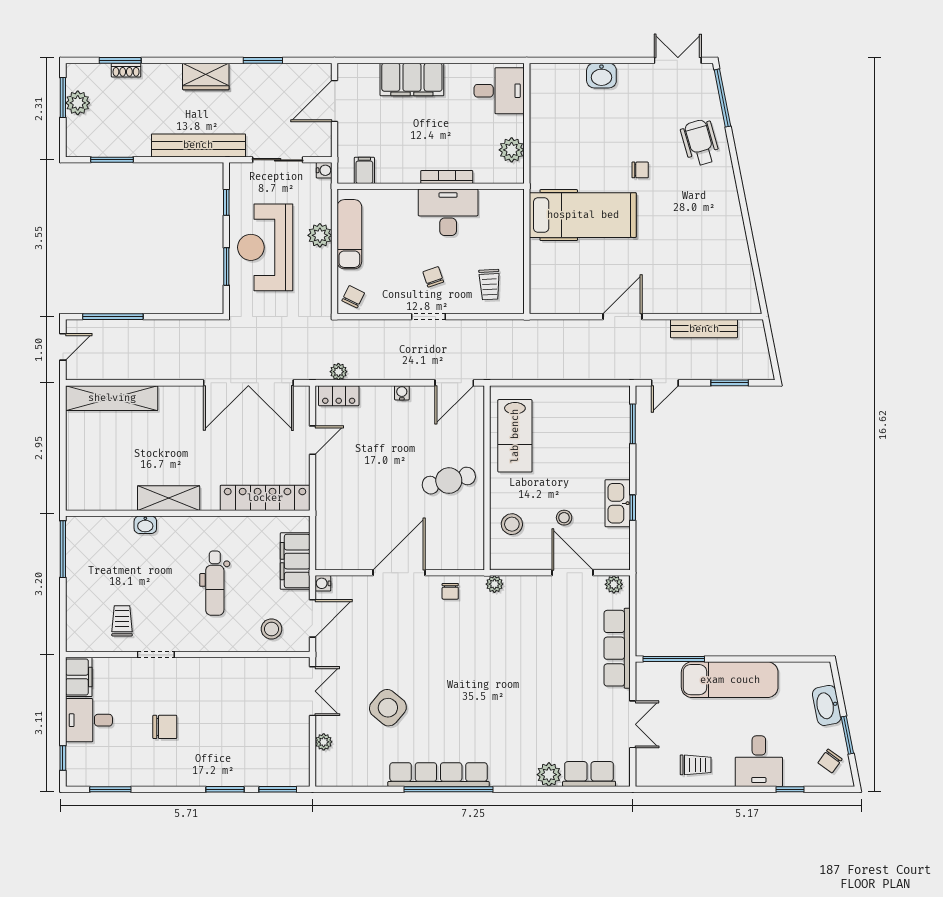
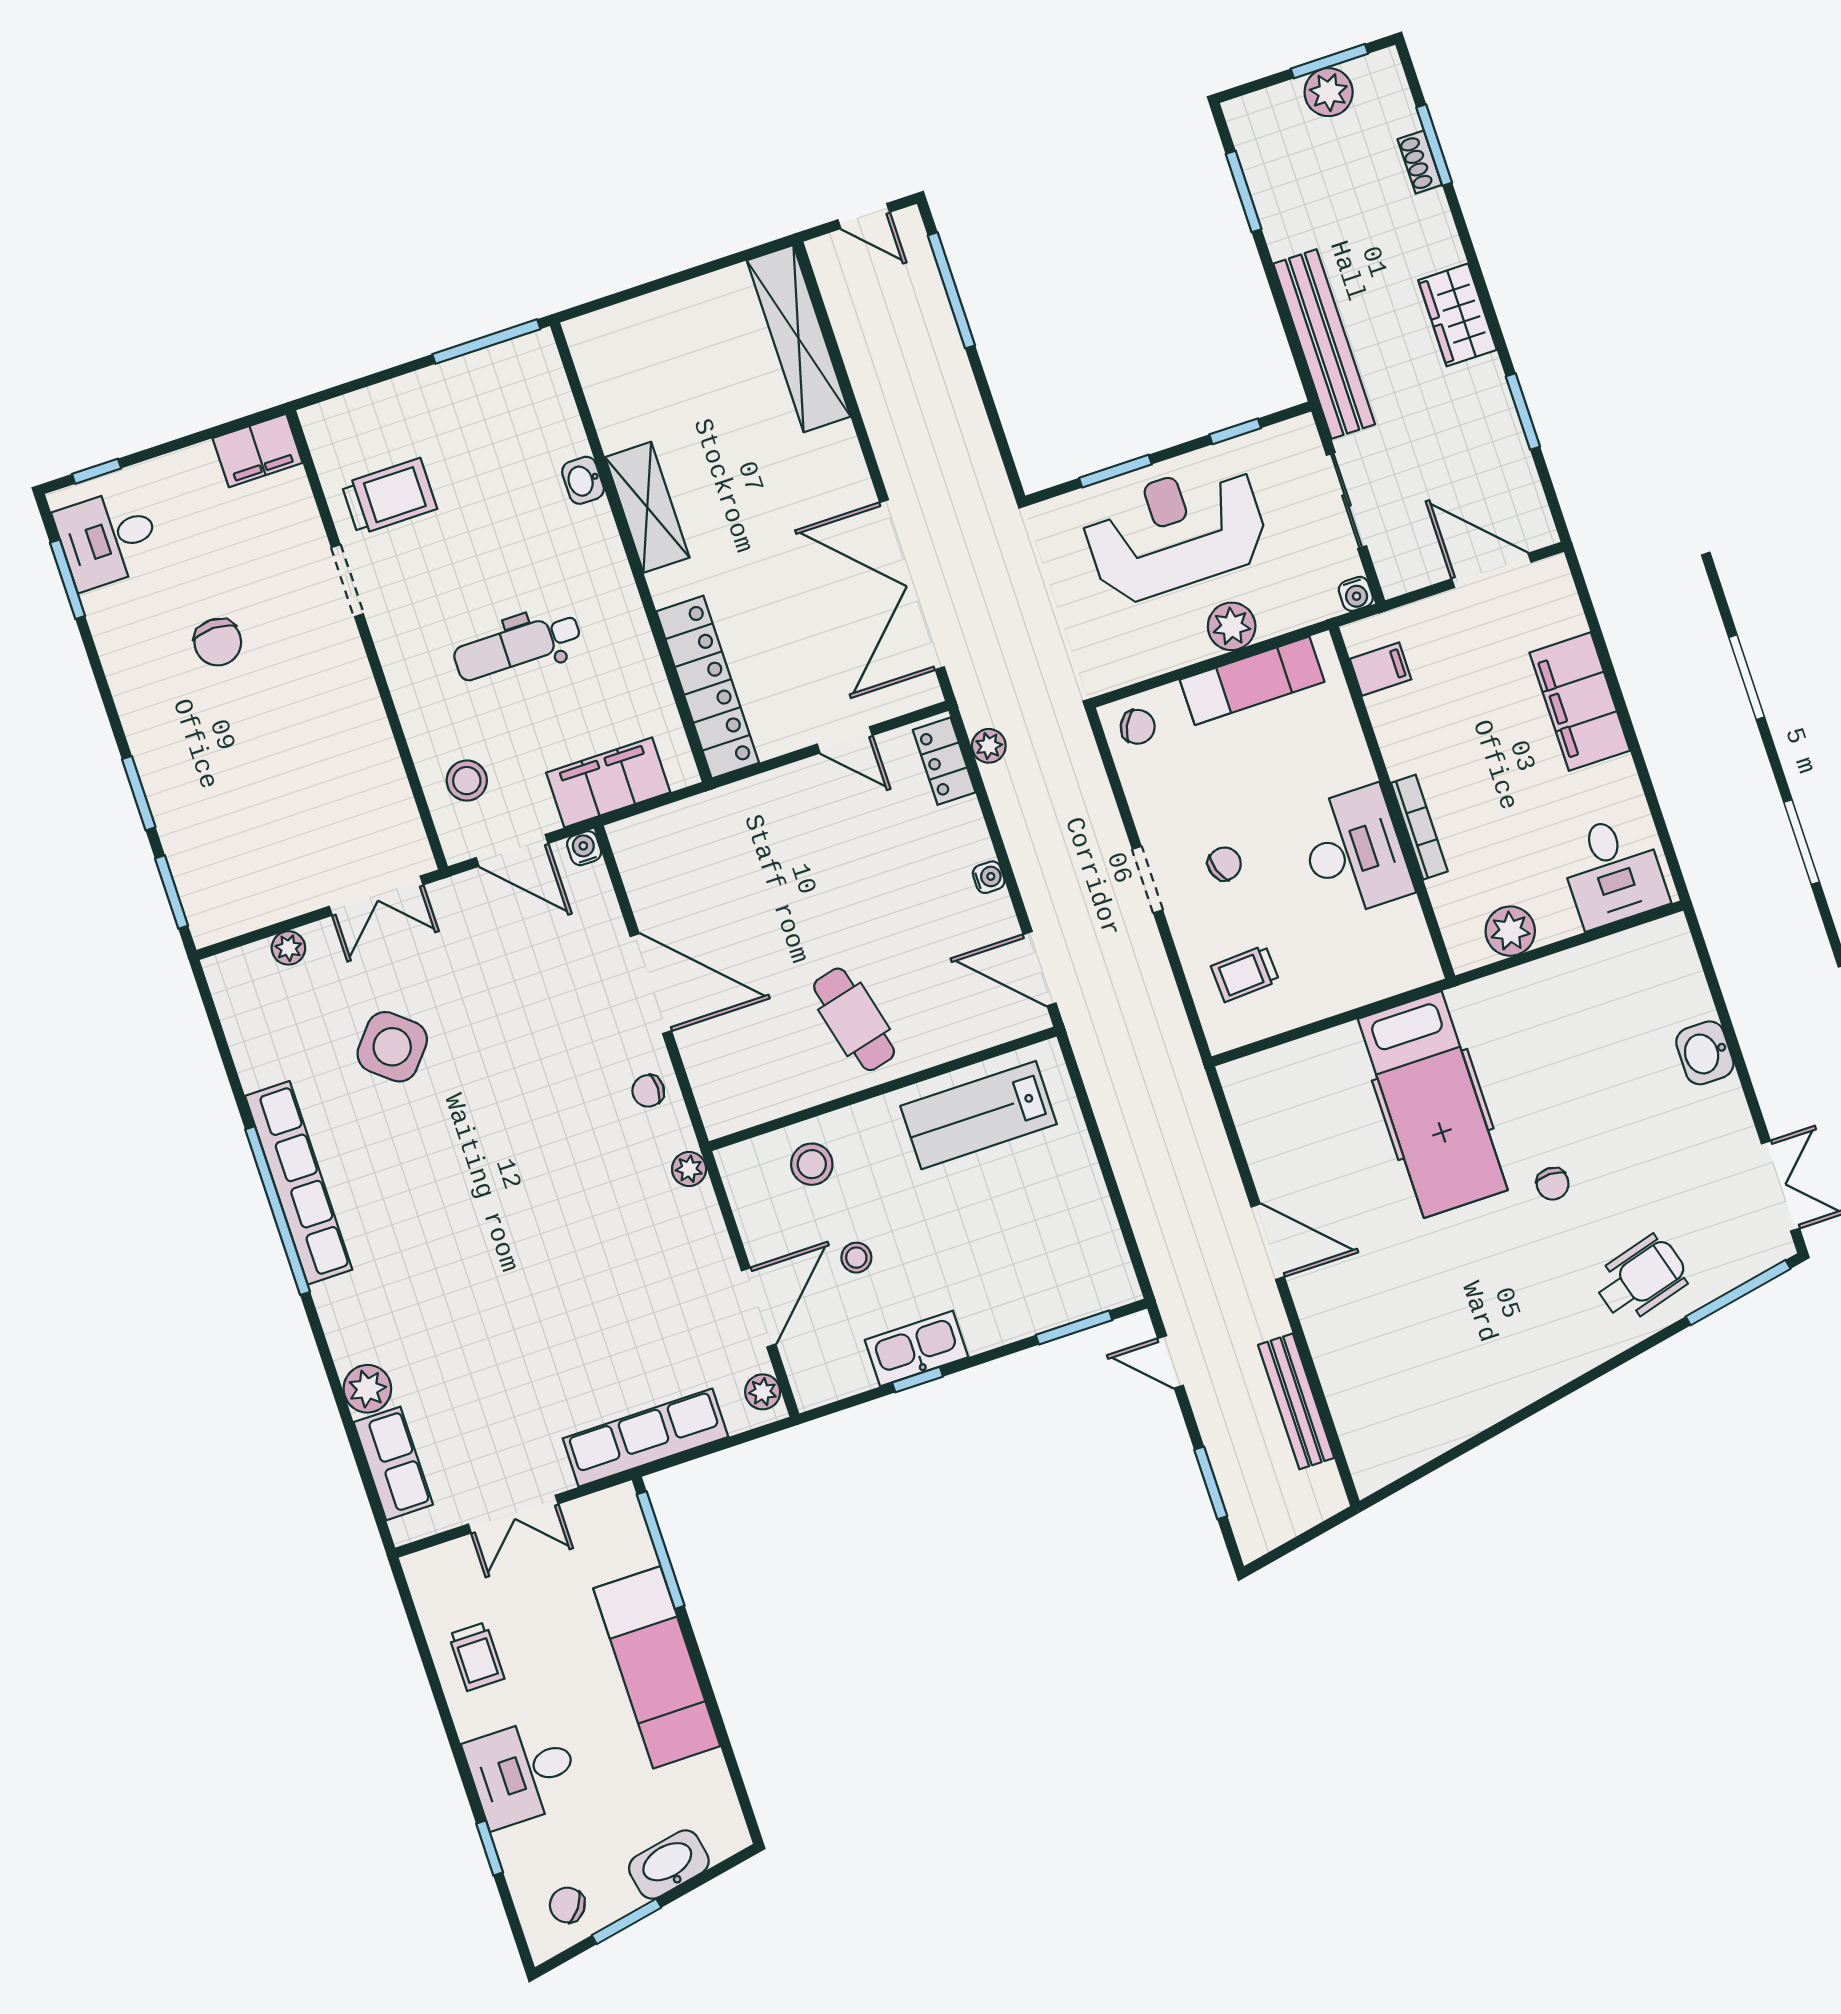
trolley: (122, 621) -> (389, 496), width x1.36, depth x1.39
desk: (89, 720) -> (108, 539), moved, turned -90

